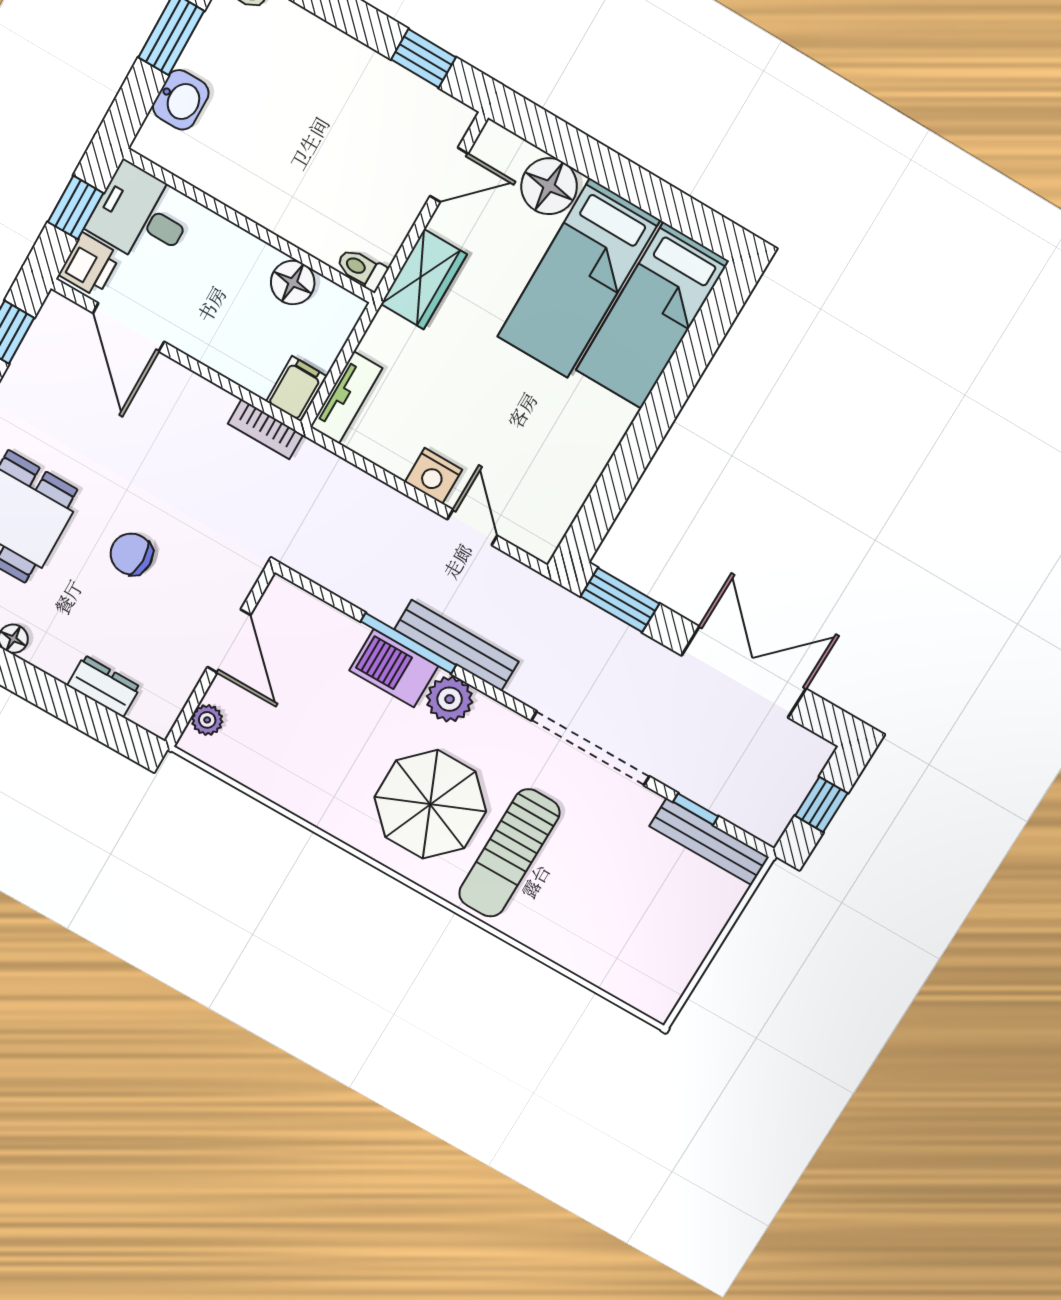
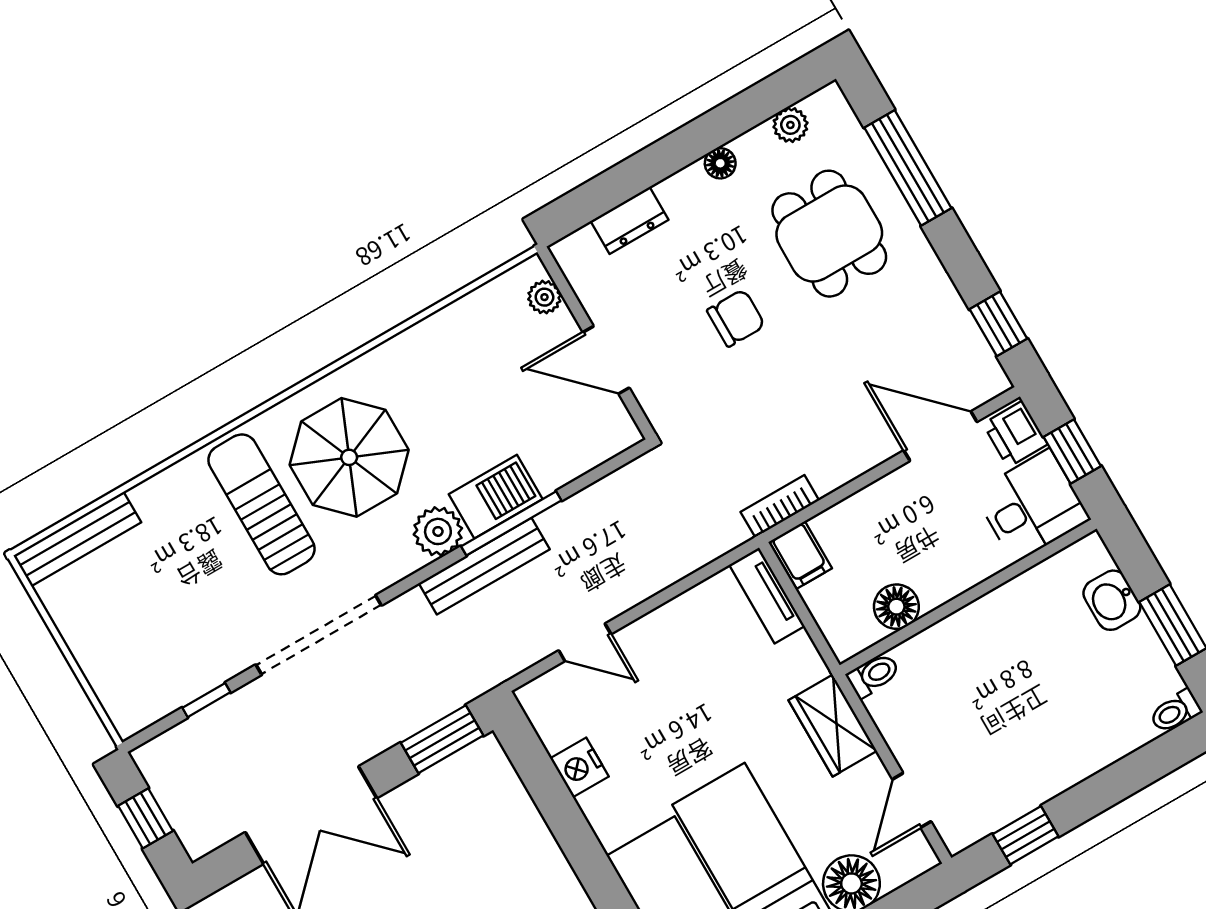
nightstand: (433, 476) -> (579, 767), moved, turned -90
bench: (709, 842) -> (77, 539), moved

